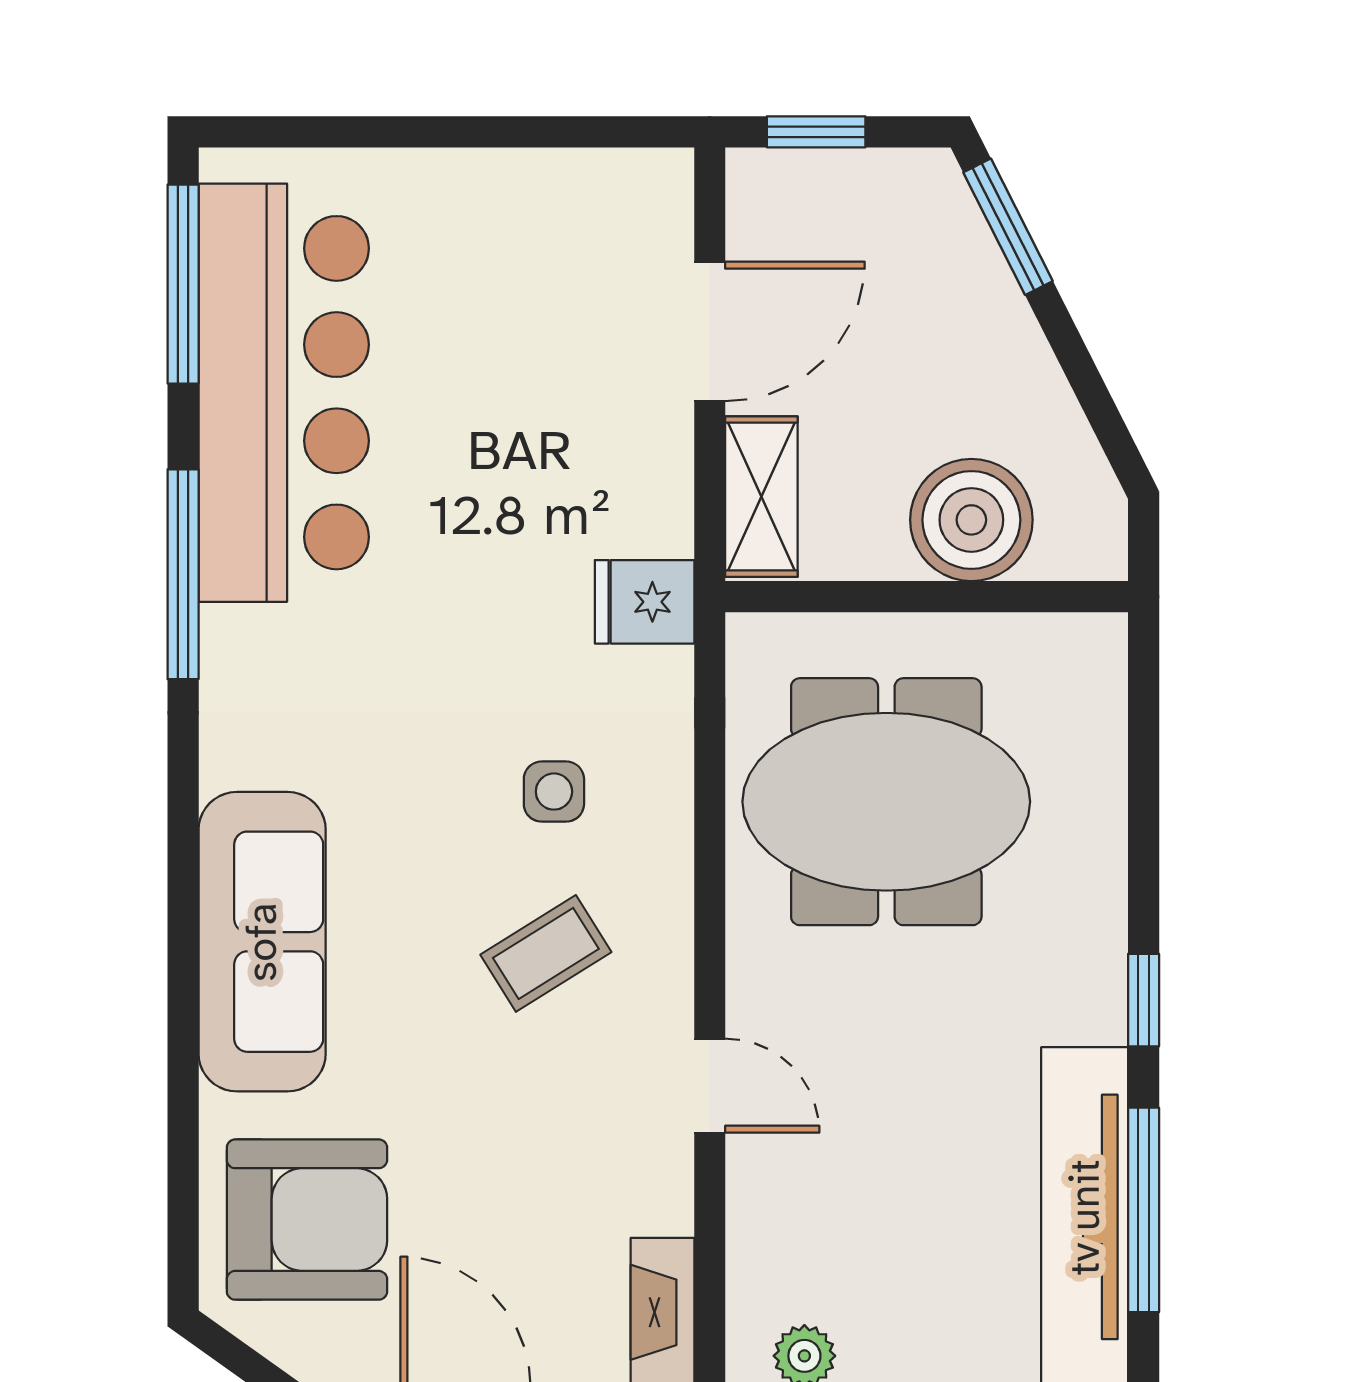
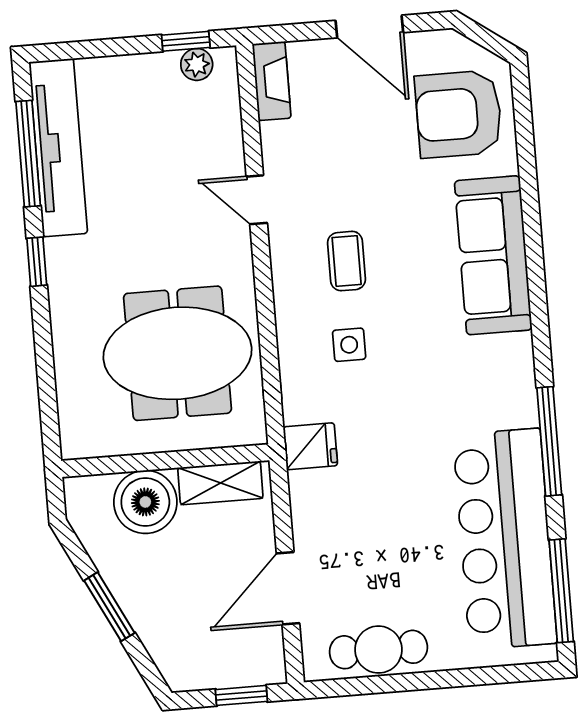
cafe table: (545, 199) -> (378, 650), added
window: (1008, 227) -> (109, 607), moved
shelving: (761, 497) -> (220, 483), moved, turned 90
coffee table: (546, 953) -> (347, 261), turned -58

